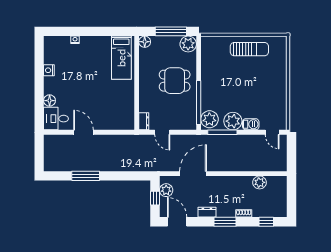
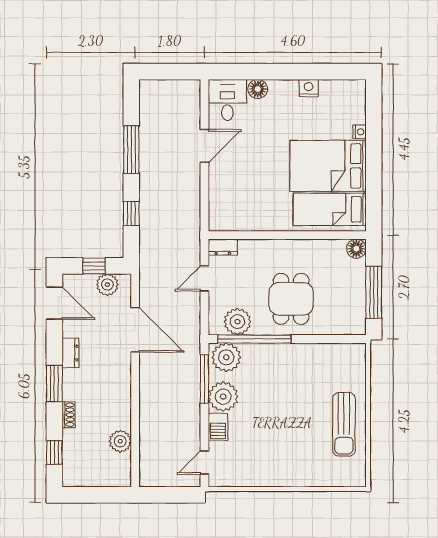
plant: (188, 44) -> (237, 322), moved
bed: (95, 59) -> (328, 166), added
window: (124, 176) -> (131, 213), added
door: (177, 222) -> (54, 303), hinge flipped

